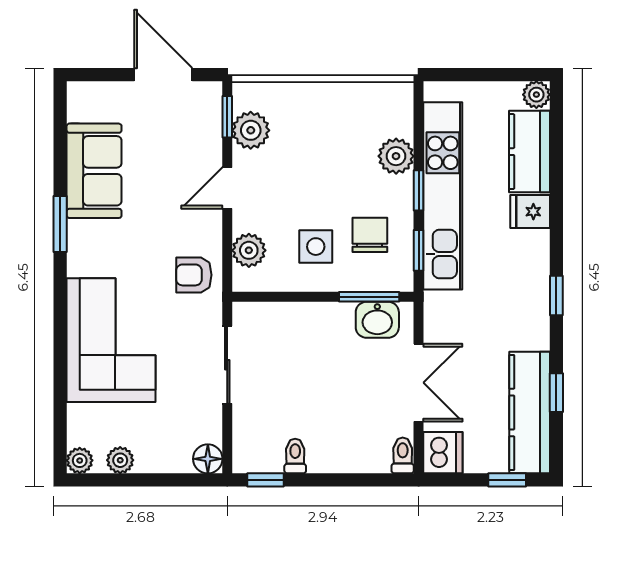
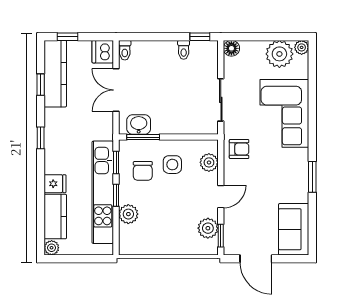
sofa: (94, 171) -> (294, 229), moved
plant: (120, 460) -> (279, 54), width x1.88, depth x1.88

